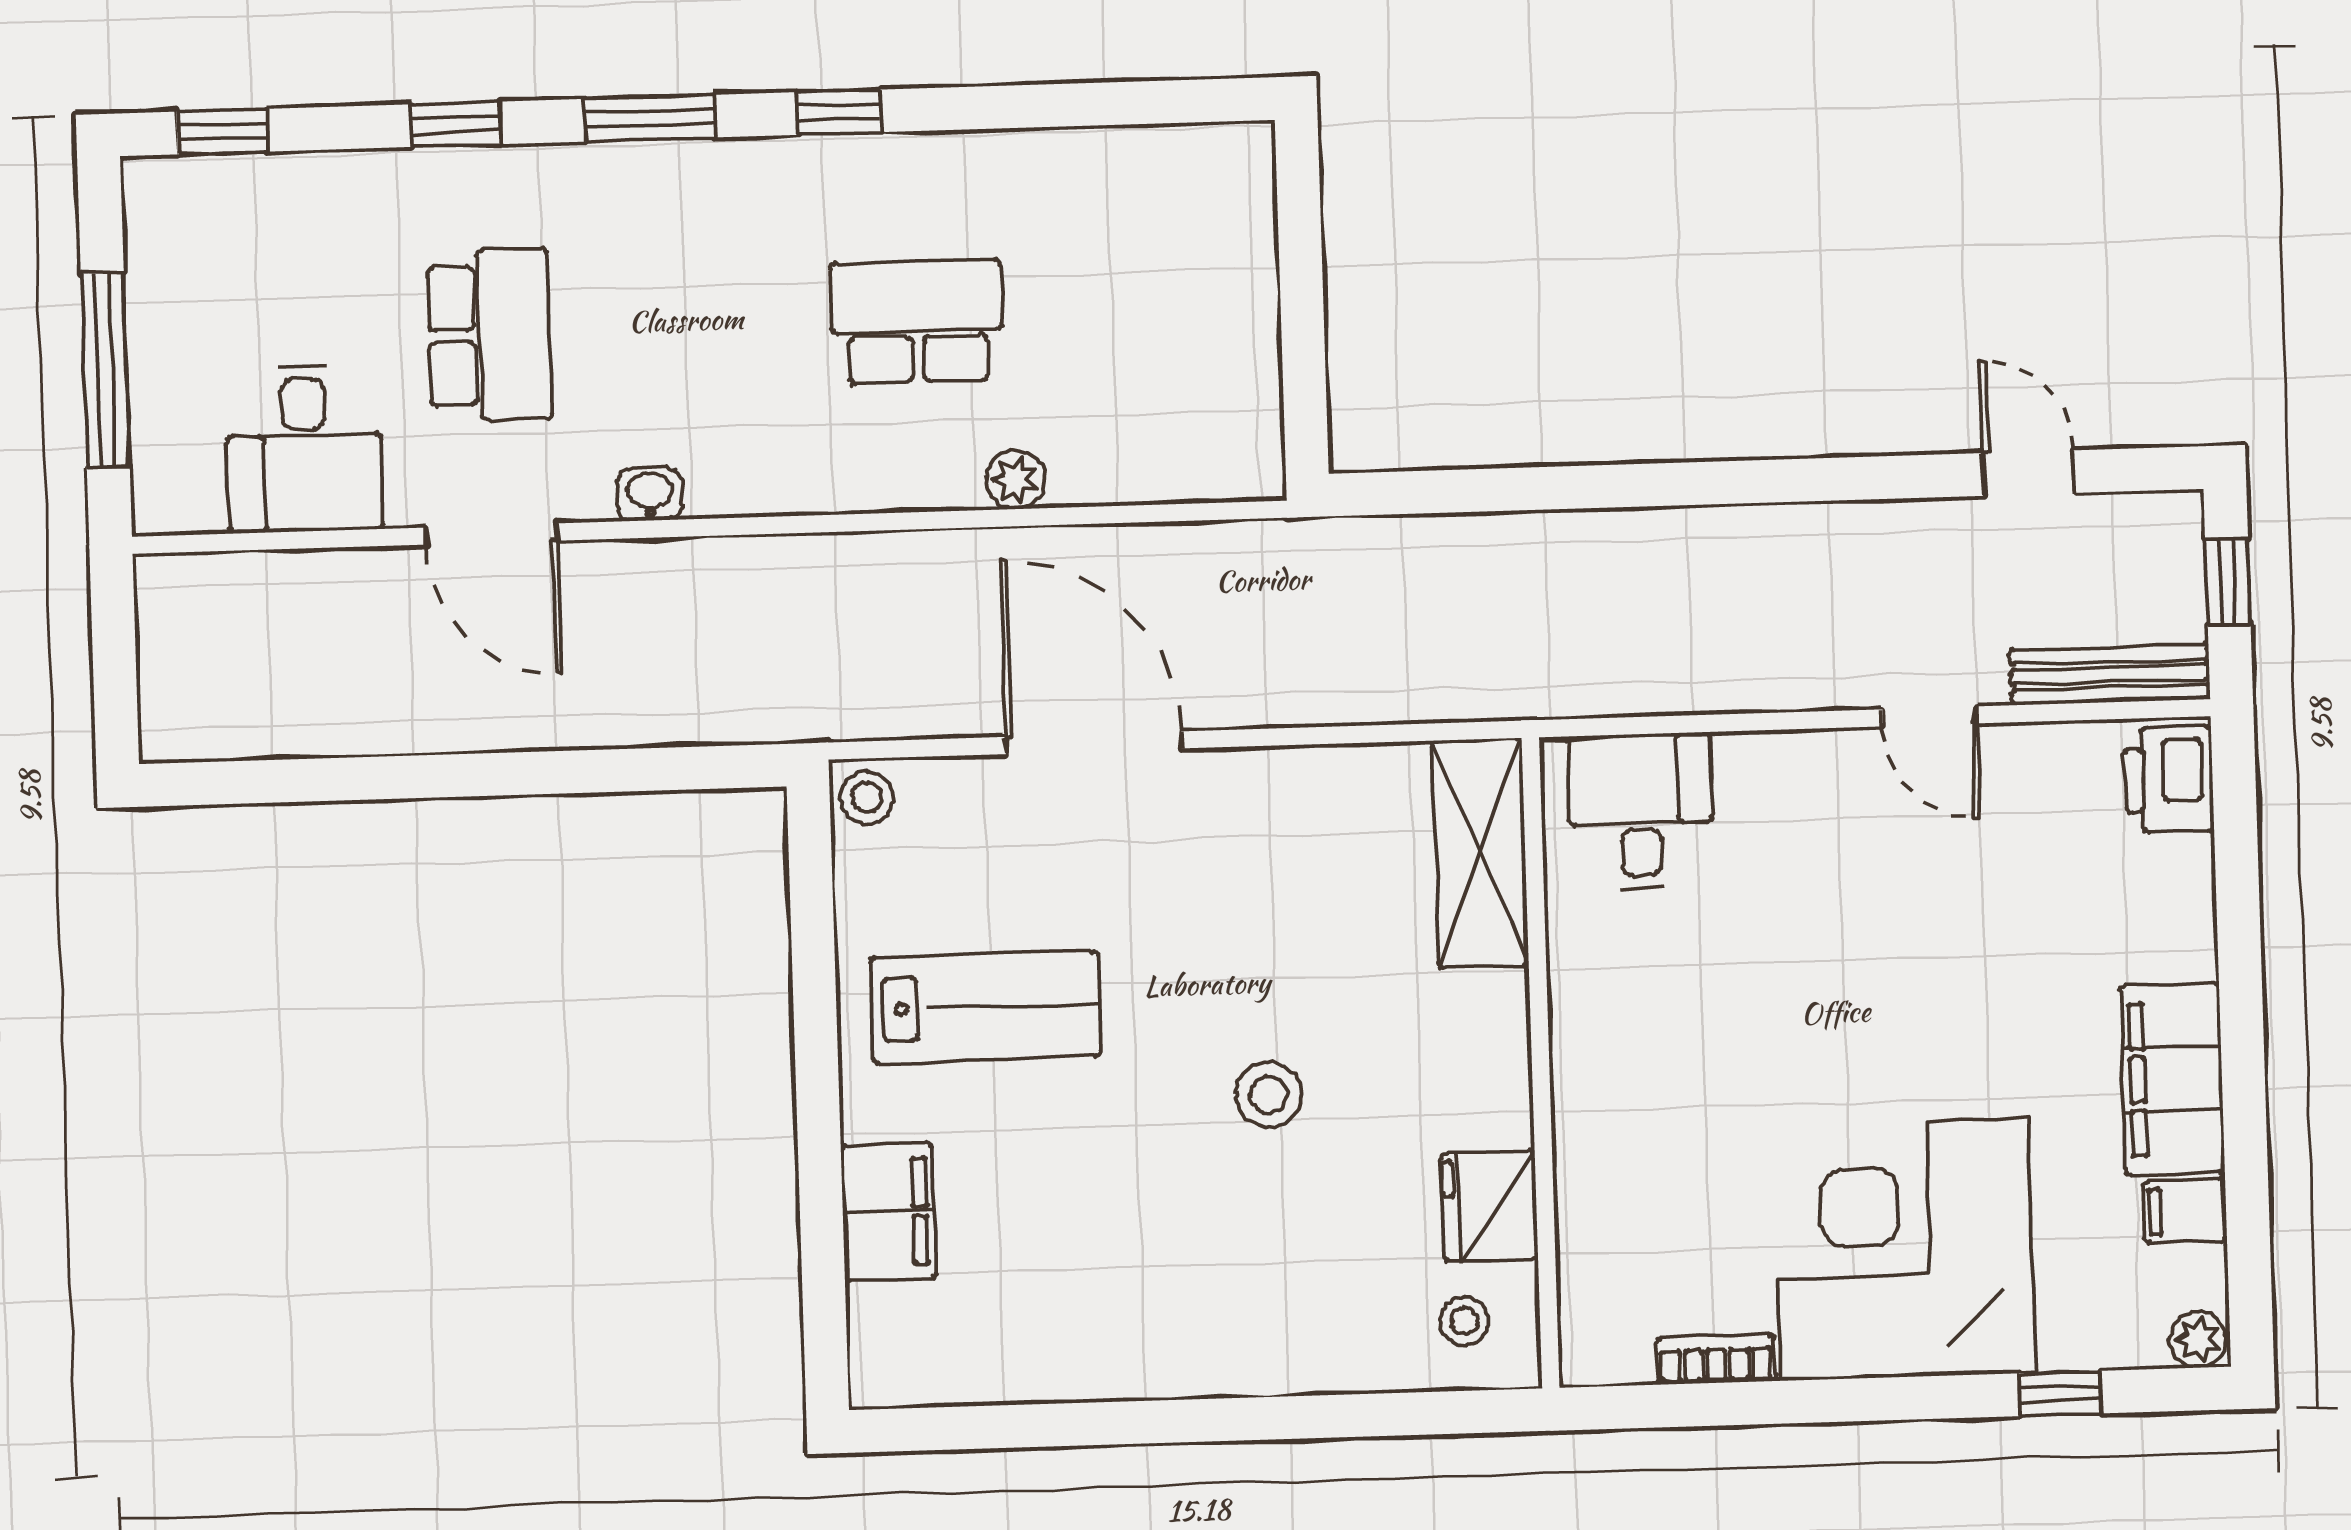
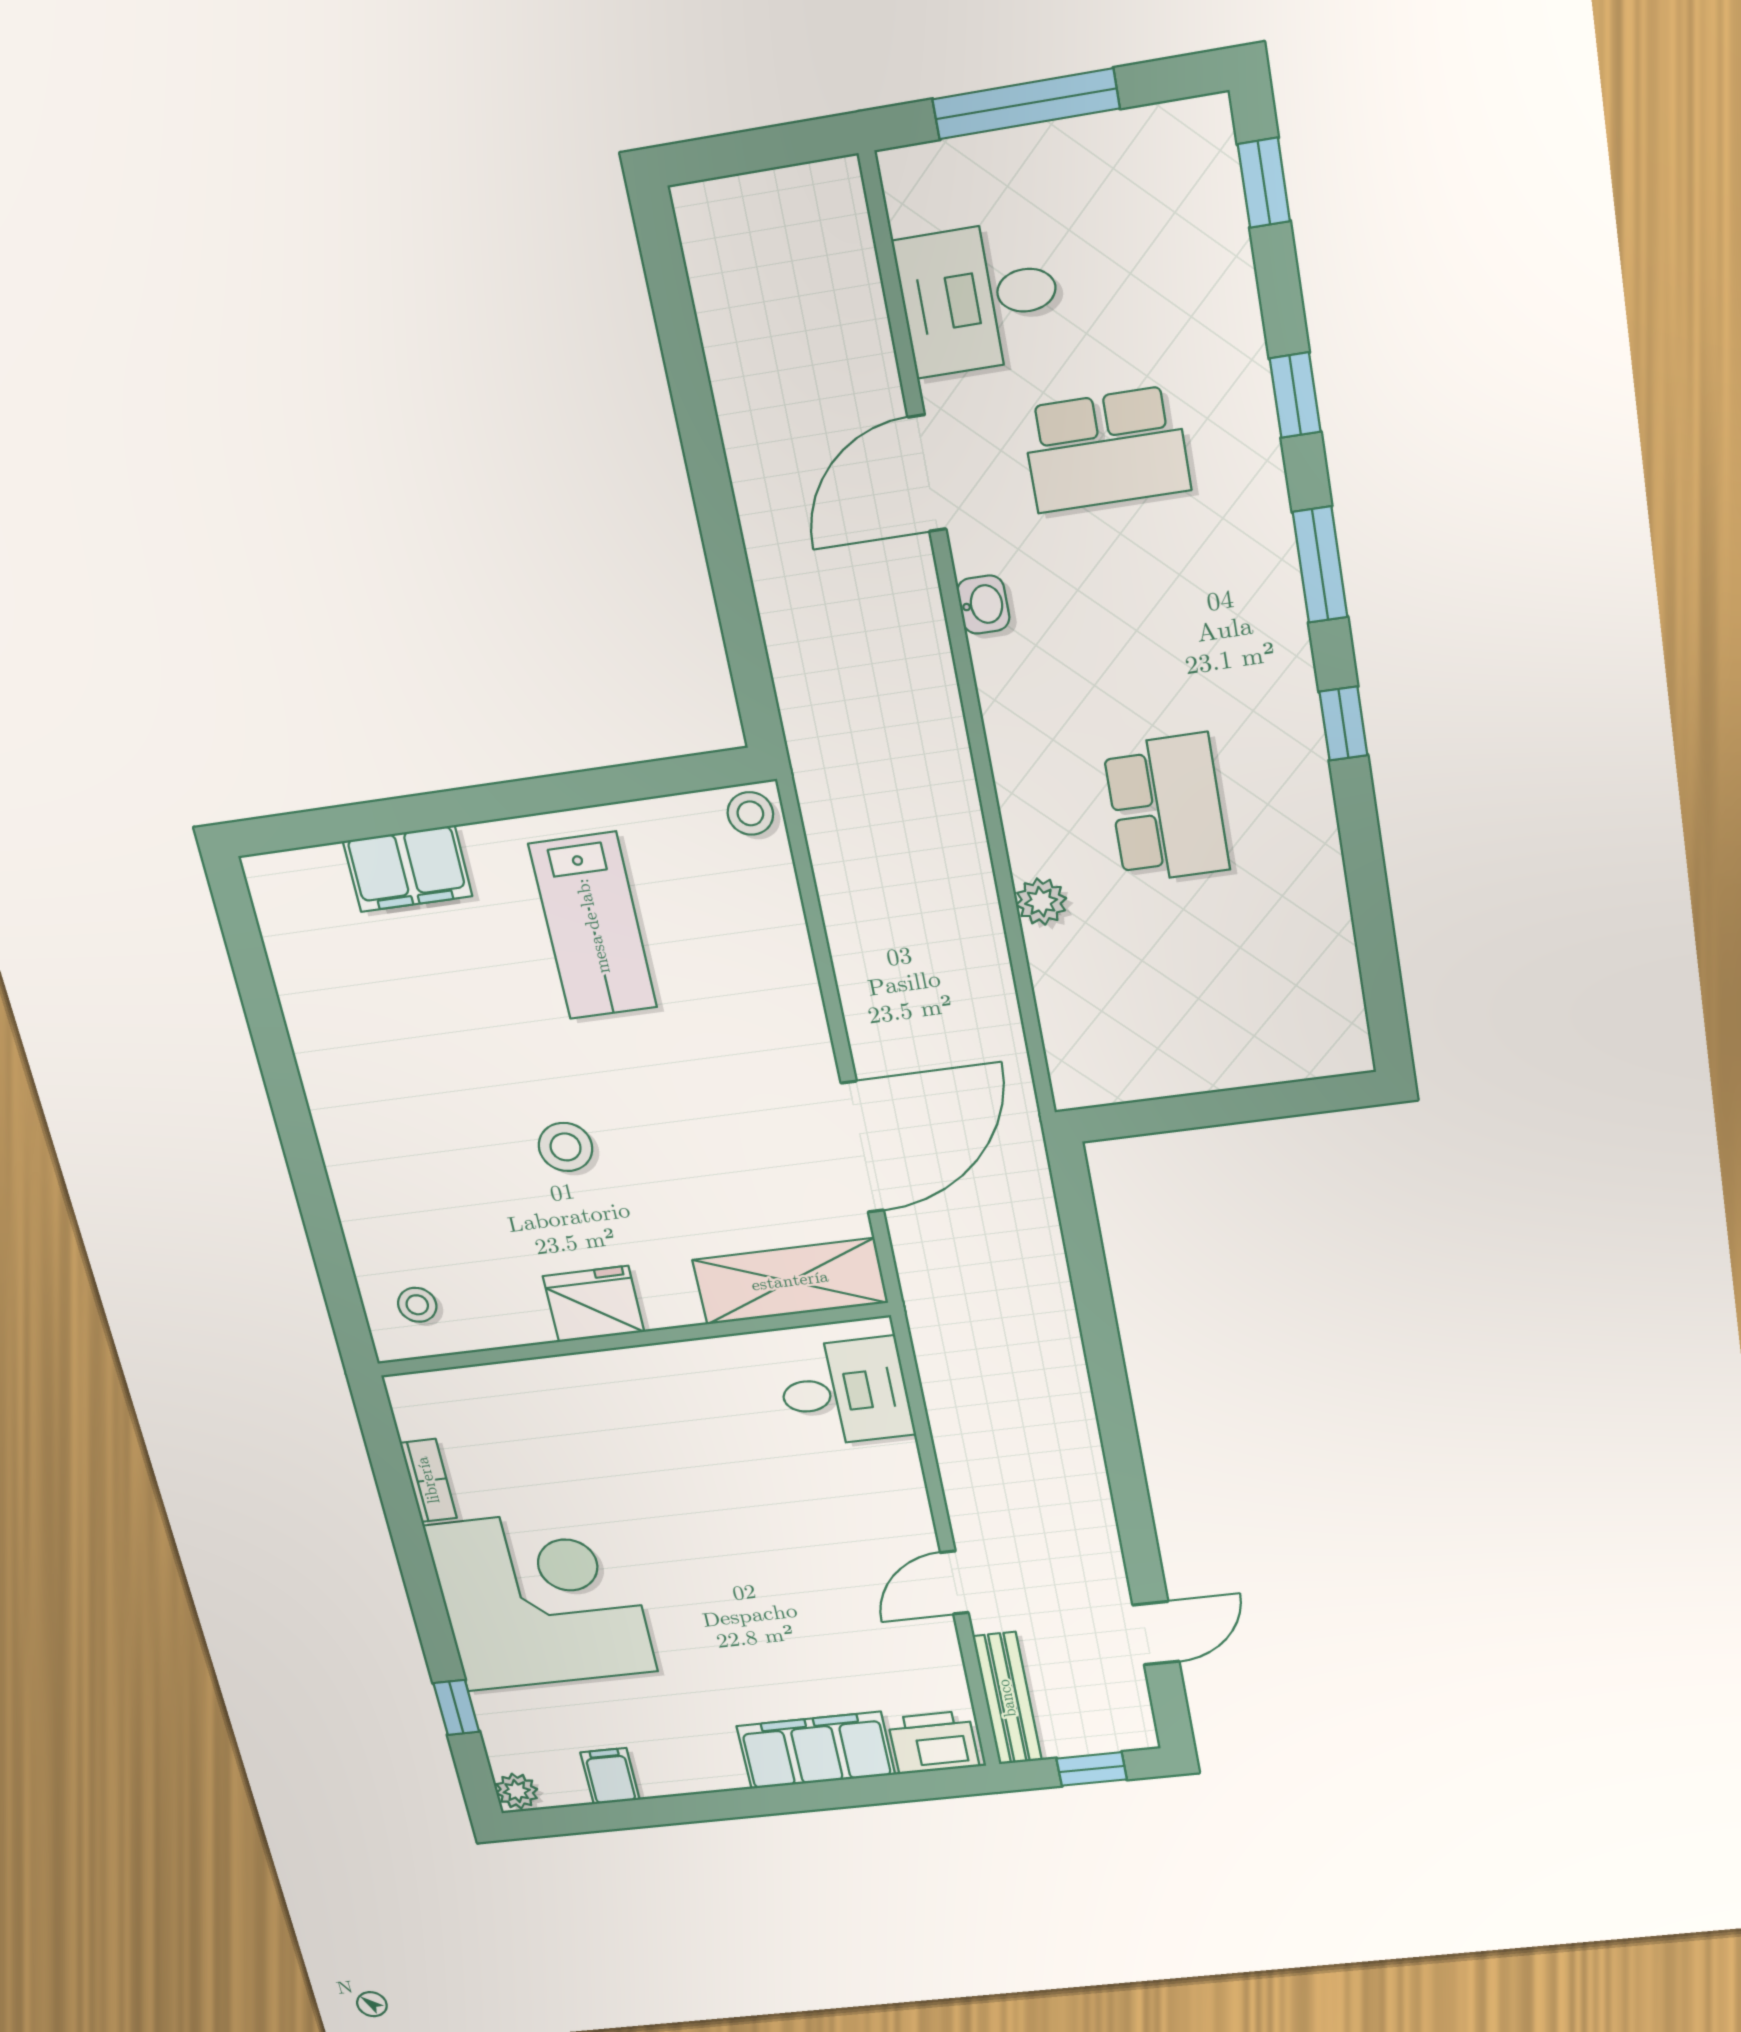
door: (1093, 743) -> (862, 1147), moved
filing cabinet: (2173, 1079) -> (816, 1750), moved
fridge: (1489, 1206) -> (594, 1304), moved

